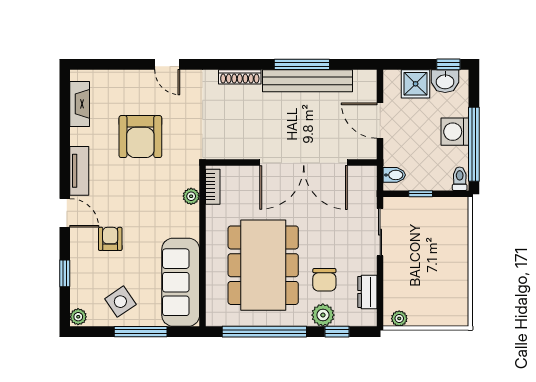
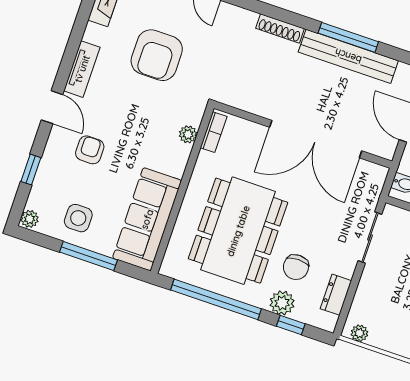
side table: (120, 302) -> (78, 218), turned 34

